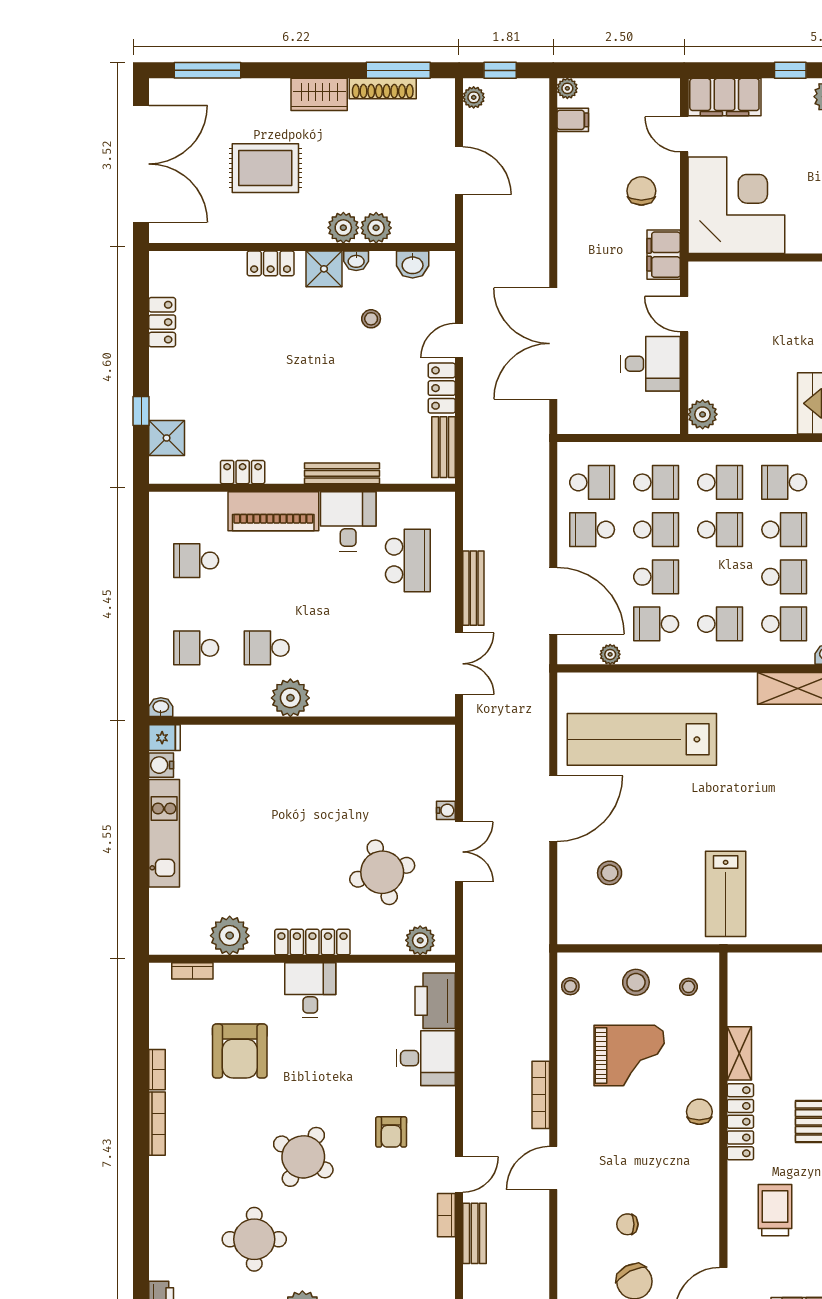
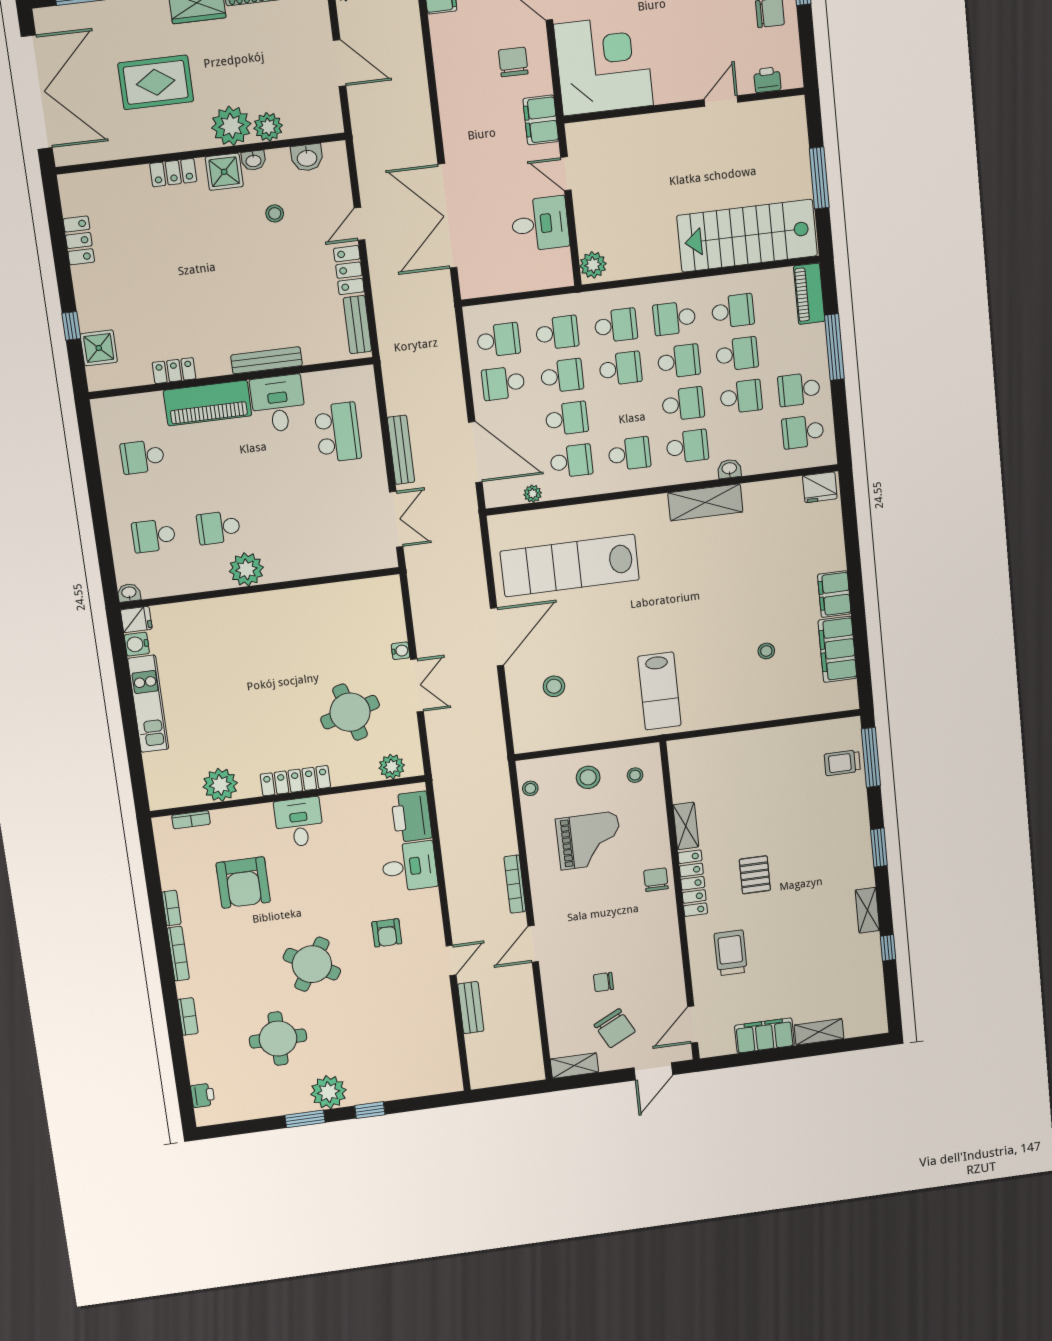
plant: (343, 228) -> (231, 126), width x1.36, depth x1.36
school desk: (656, 624) -> (571, 461), turned 180
bookcase: (446, 1215) -> (188, 1016), moved, turned 180

